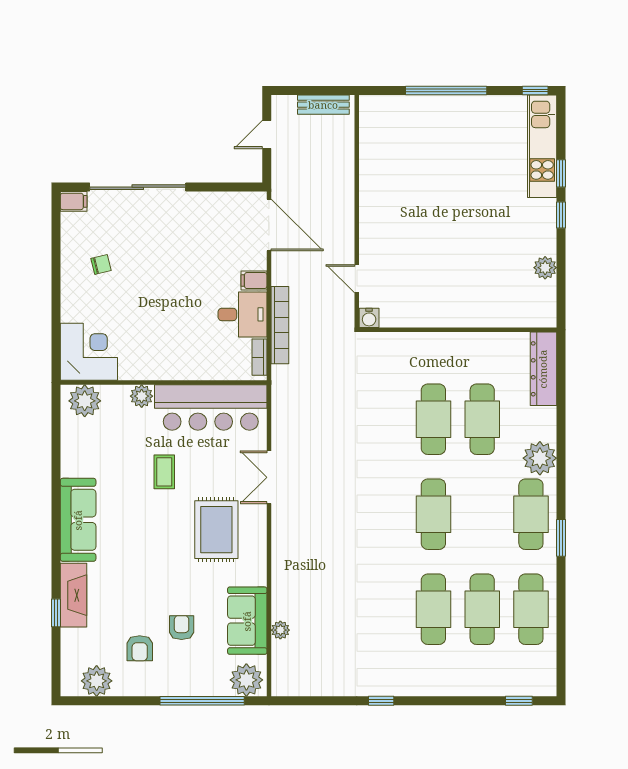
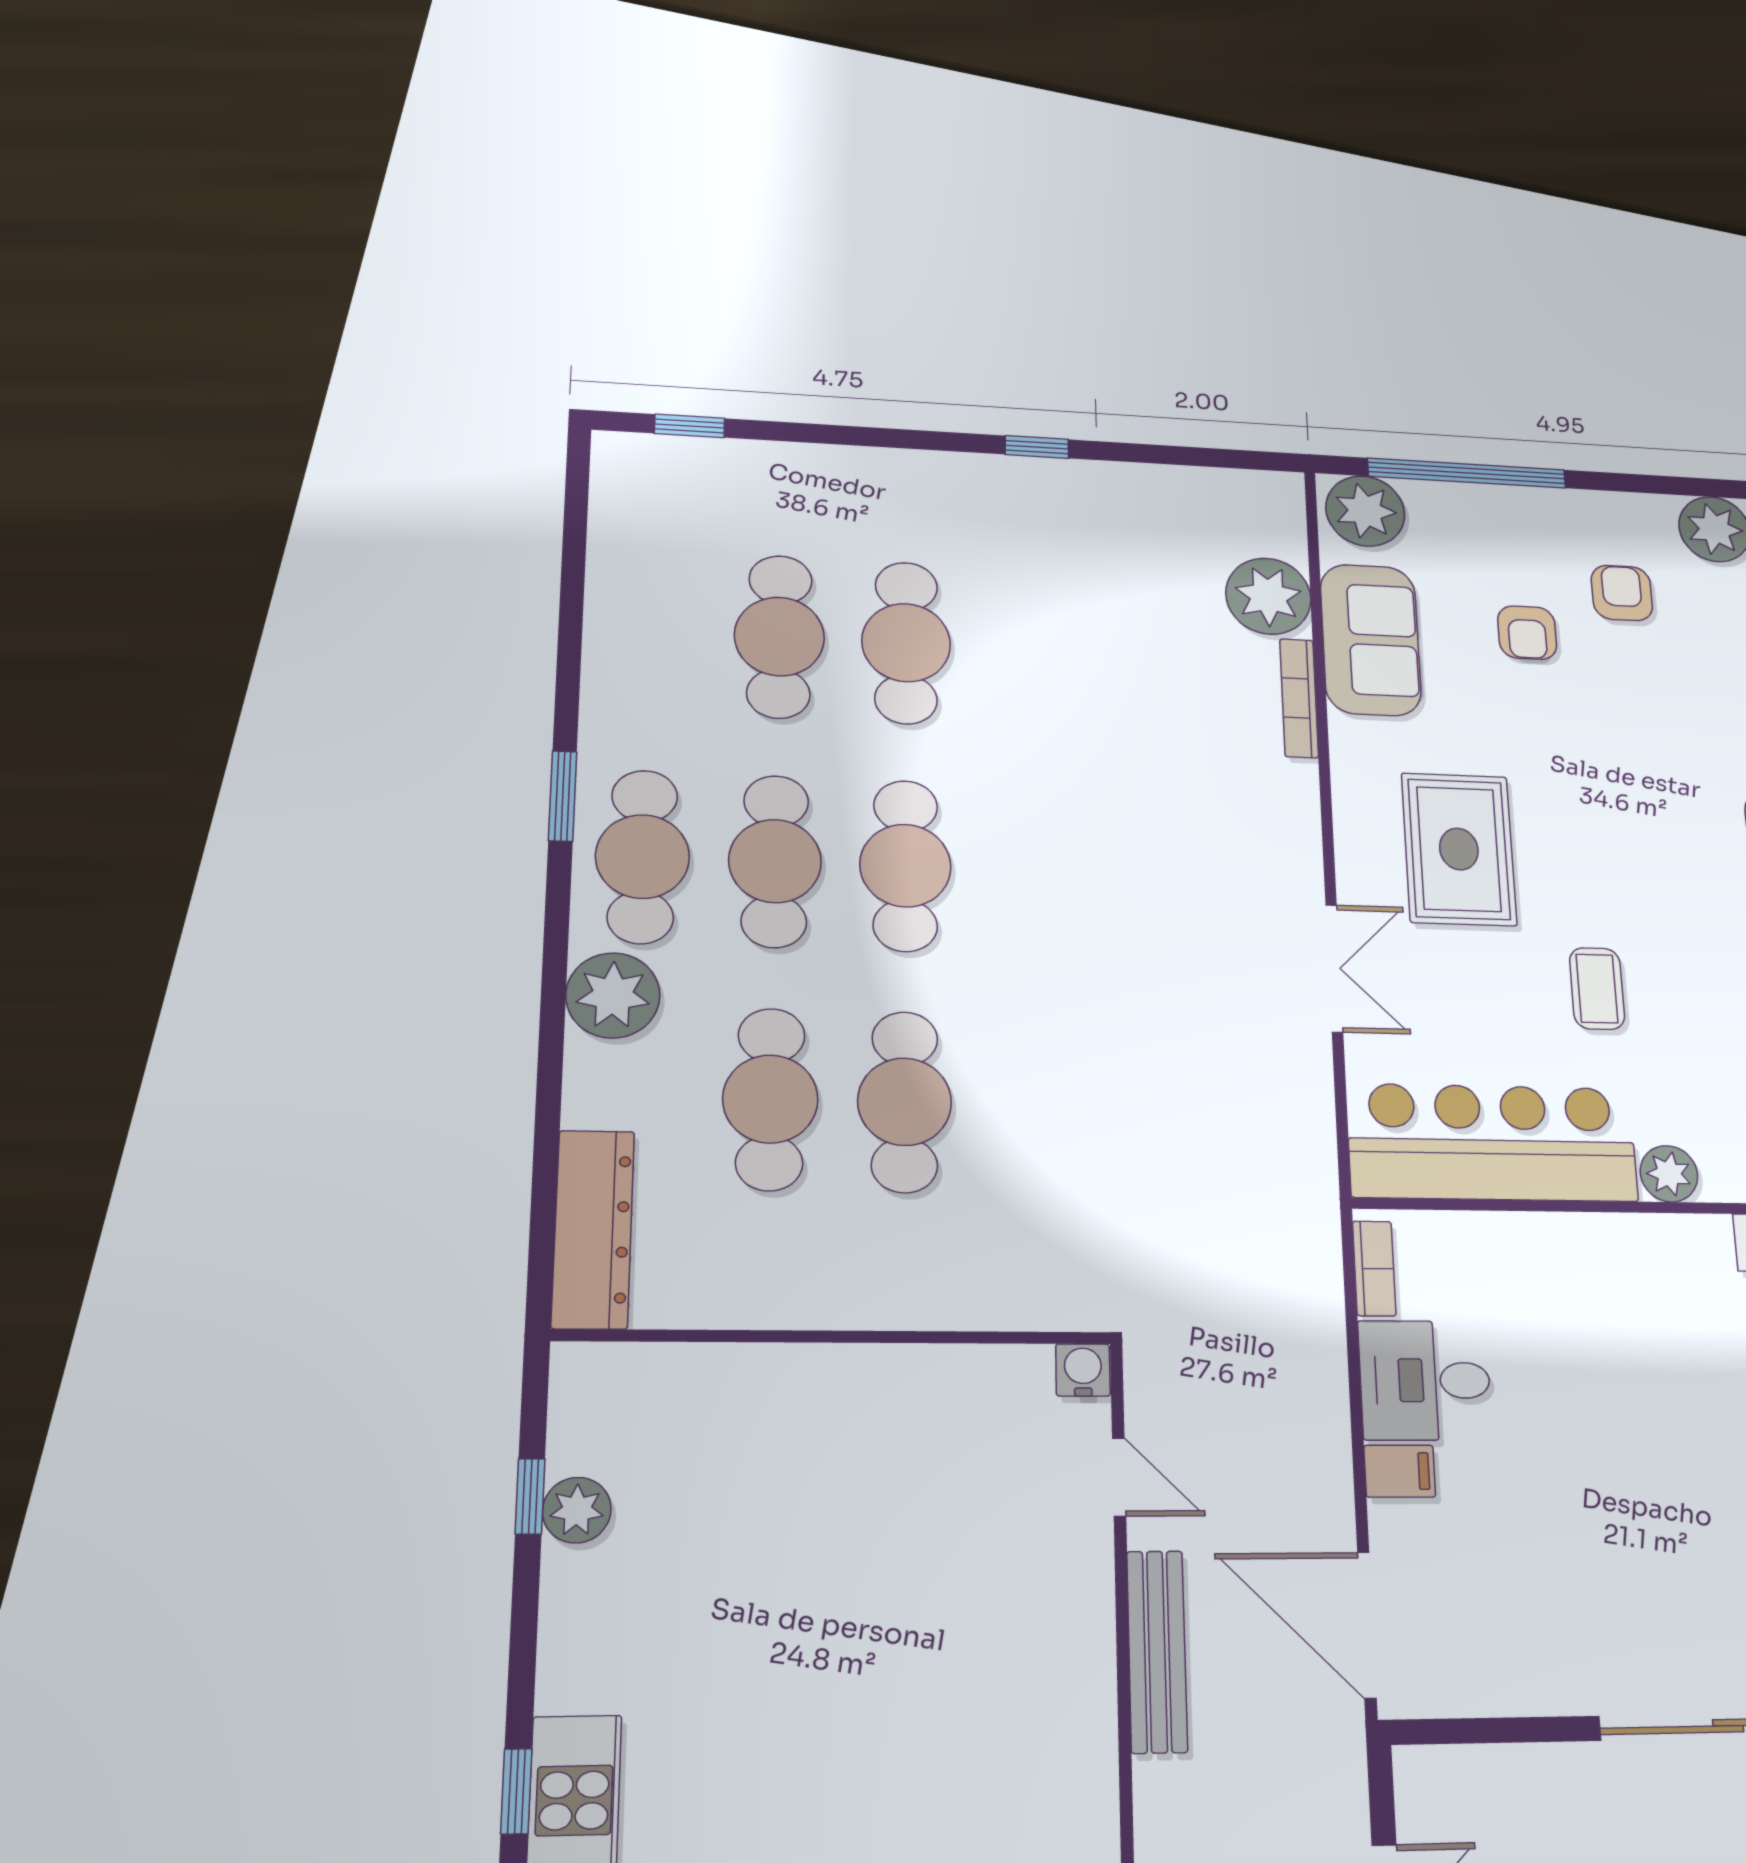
window: (561, 215) -> (530, 1496), moved
bench: (345, 217) -> (1157, 1651), added
bookcase: (280, 325) -> (1299, 698), moved, width x0.68, depth x0.76
cafe table: (531, 609) -> (775, 861), moved
plant: (280, 630) -> (1268, 596), width x1.87, depth x1.87

